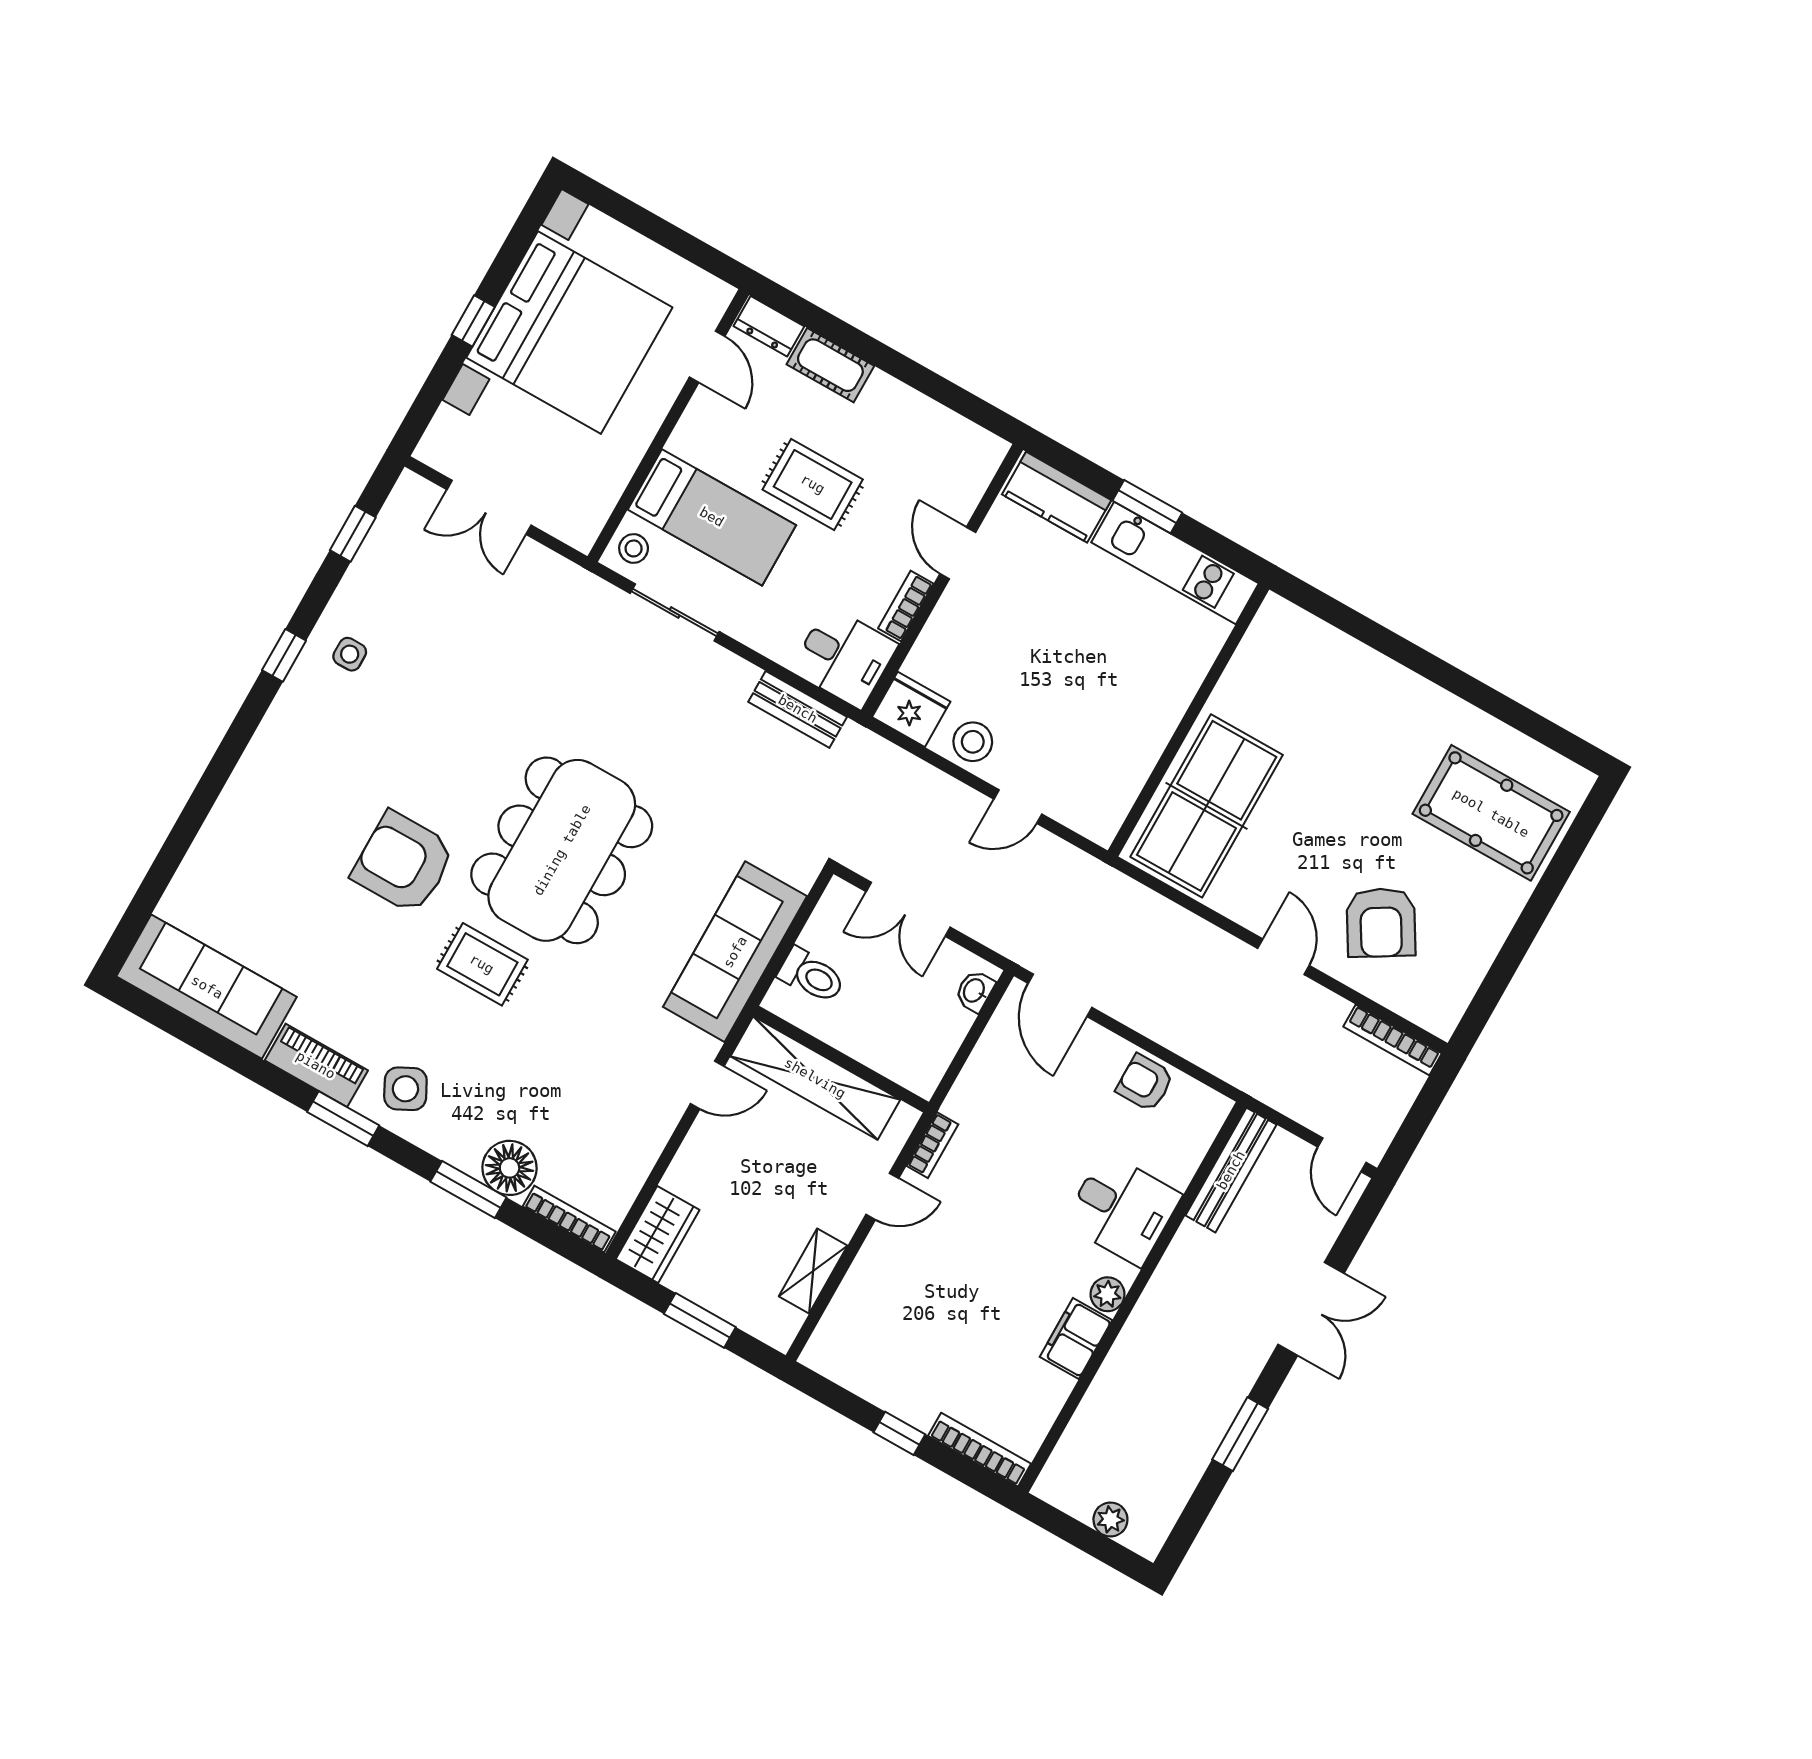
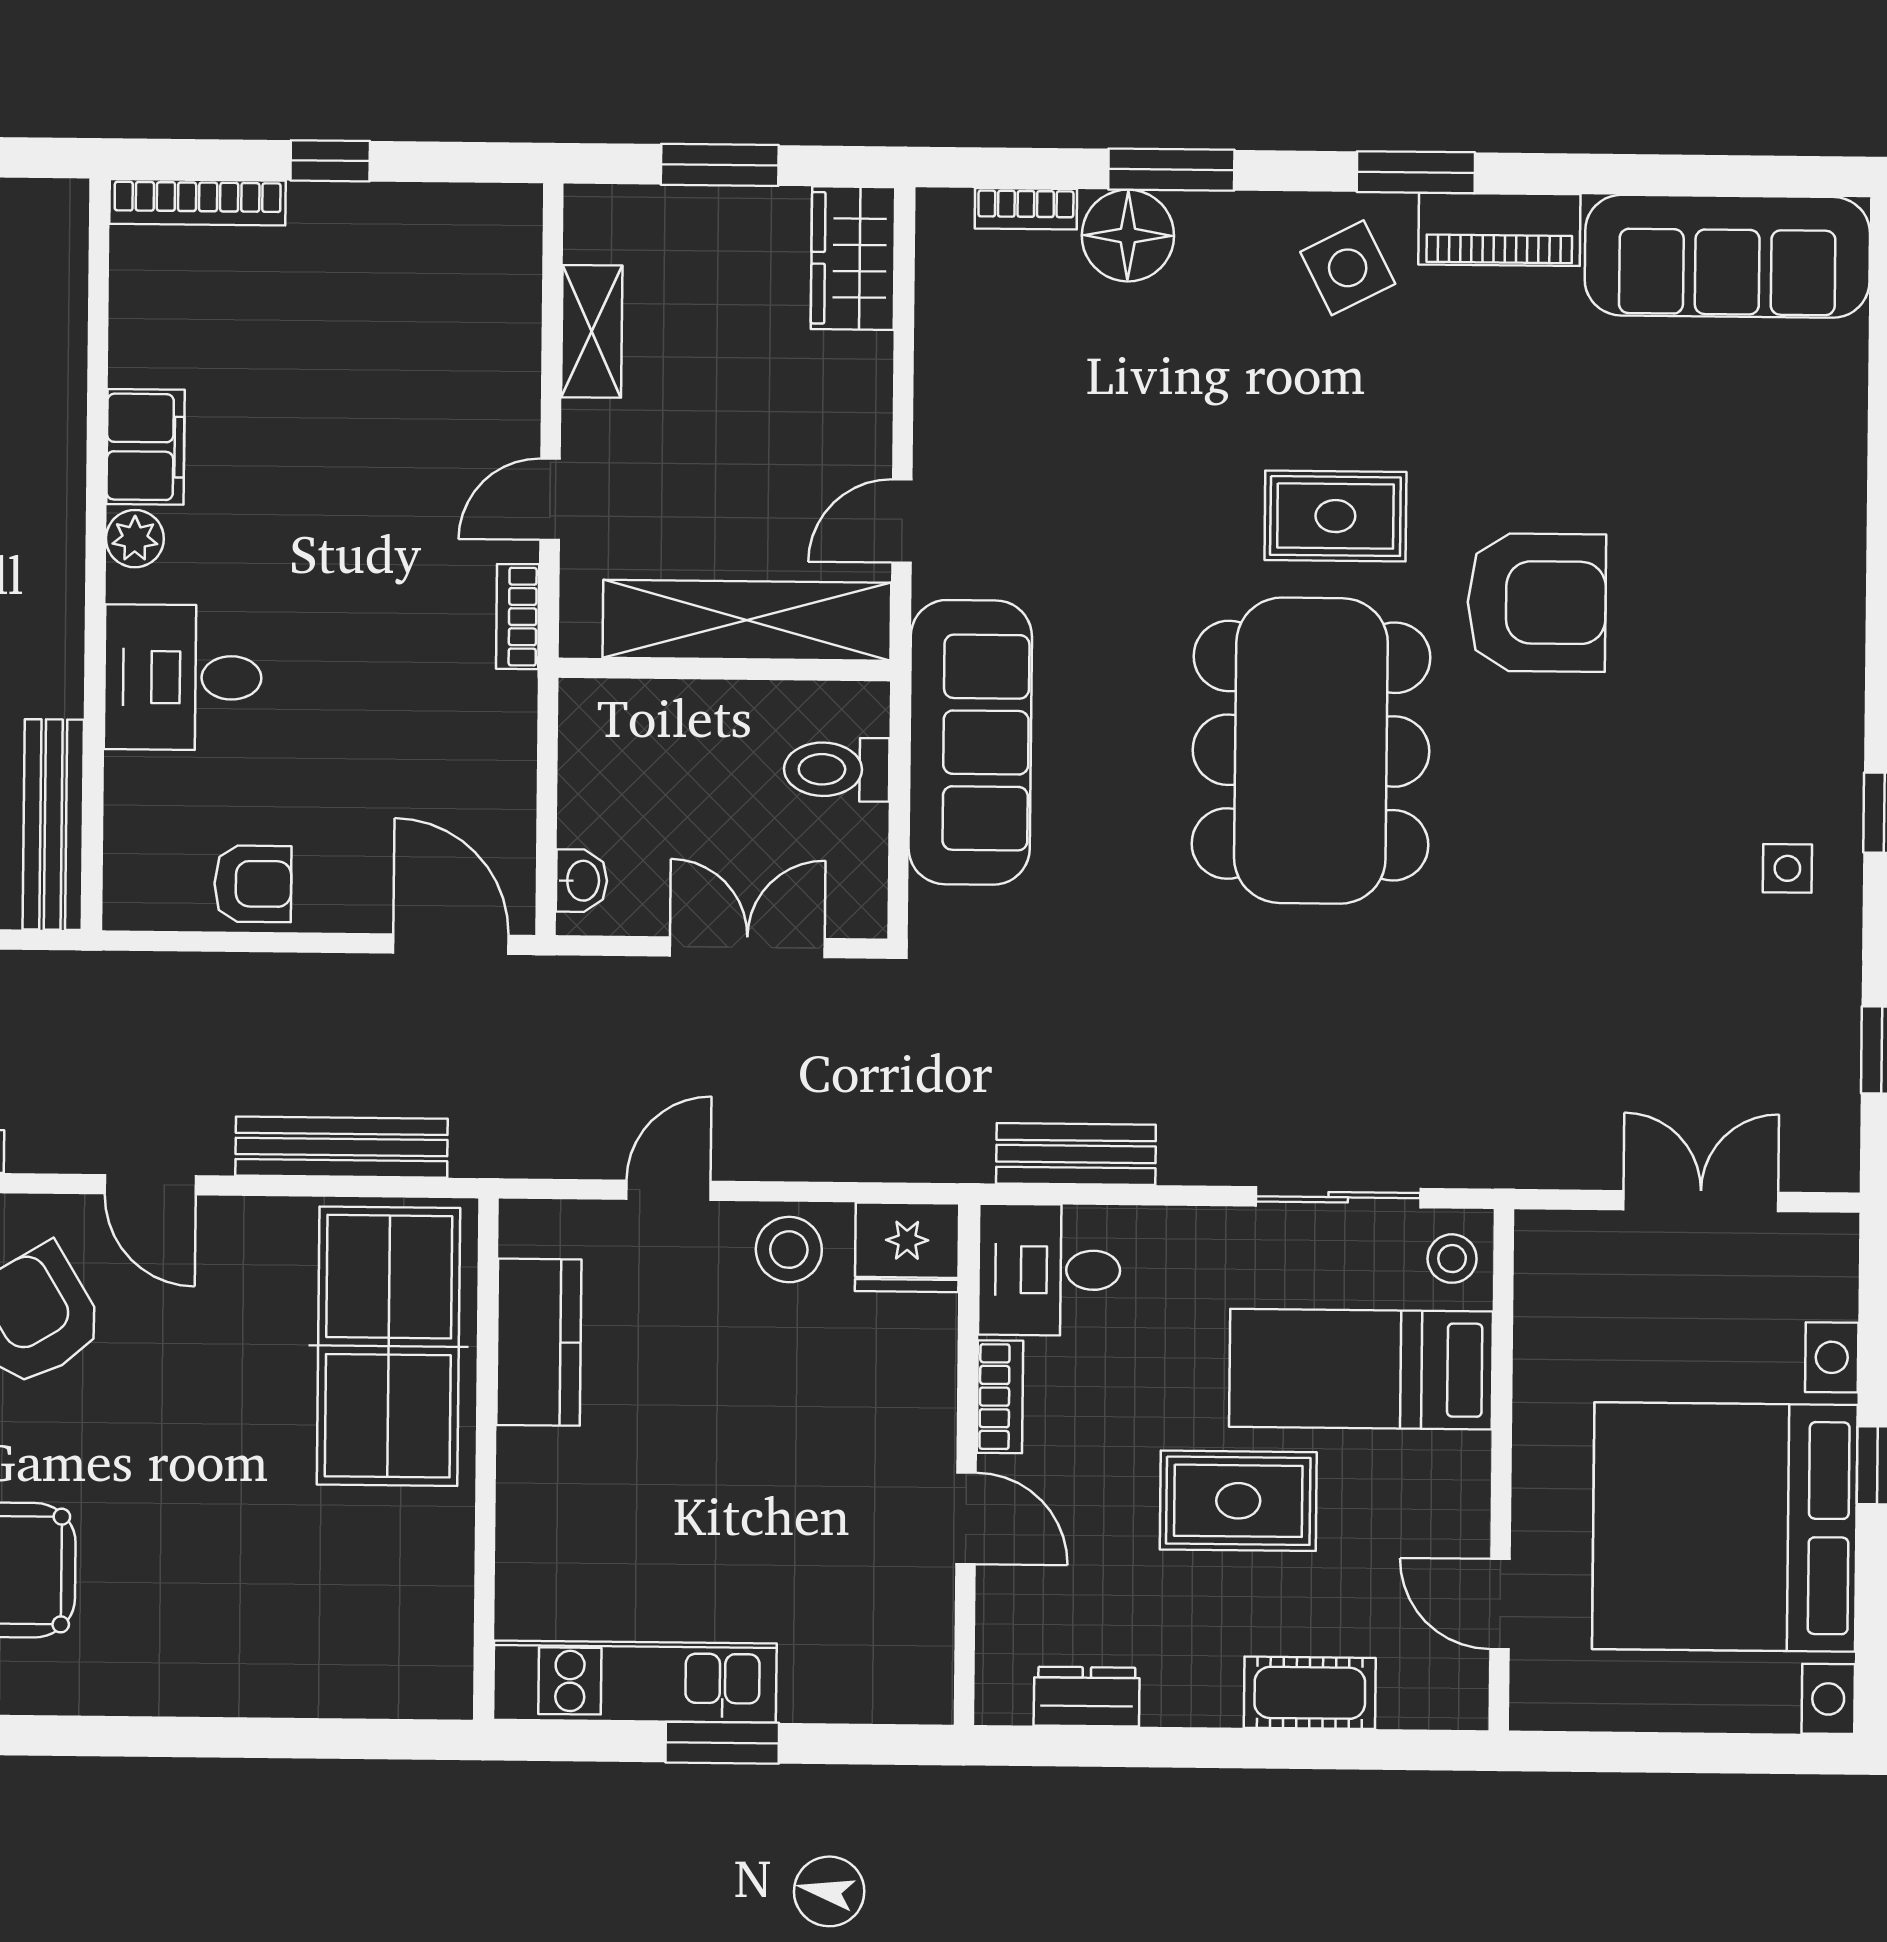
dresser: (769, 326) -> (1087, 1697), moved
kitchen counter: (1057, 497) -> (539, 1342), moved, turned 90
bench: (1174, 922) -> (342, 1147), added
bookcase: (569, 1219) -> (1026, 209), width x0.64

